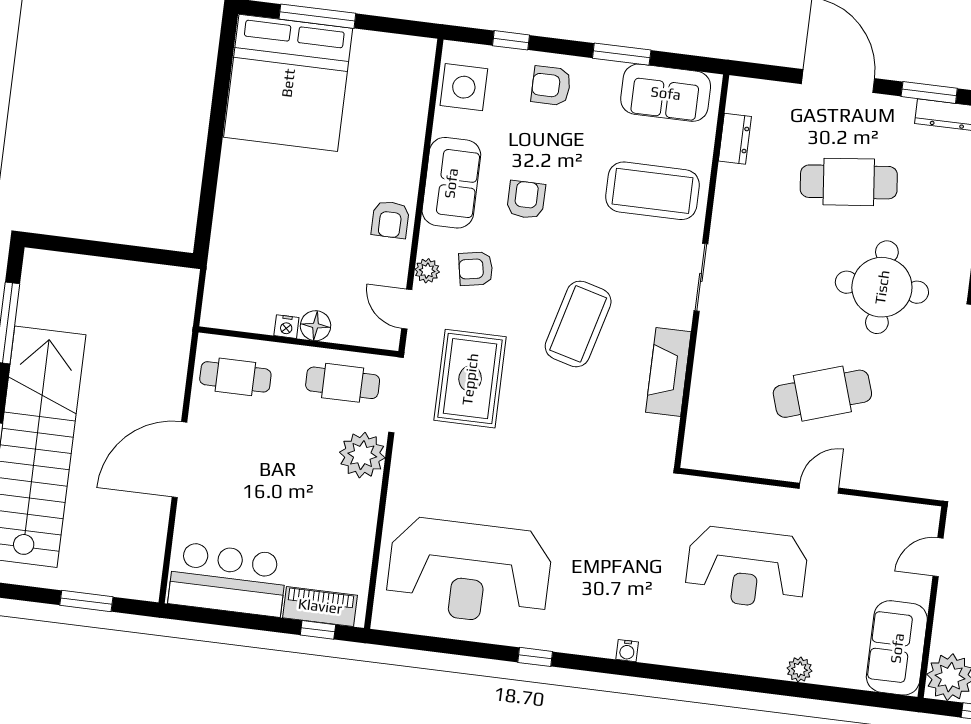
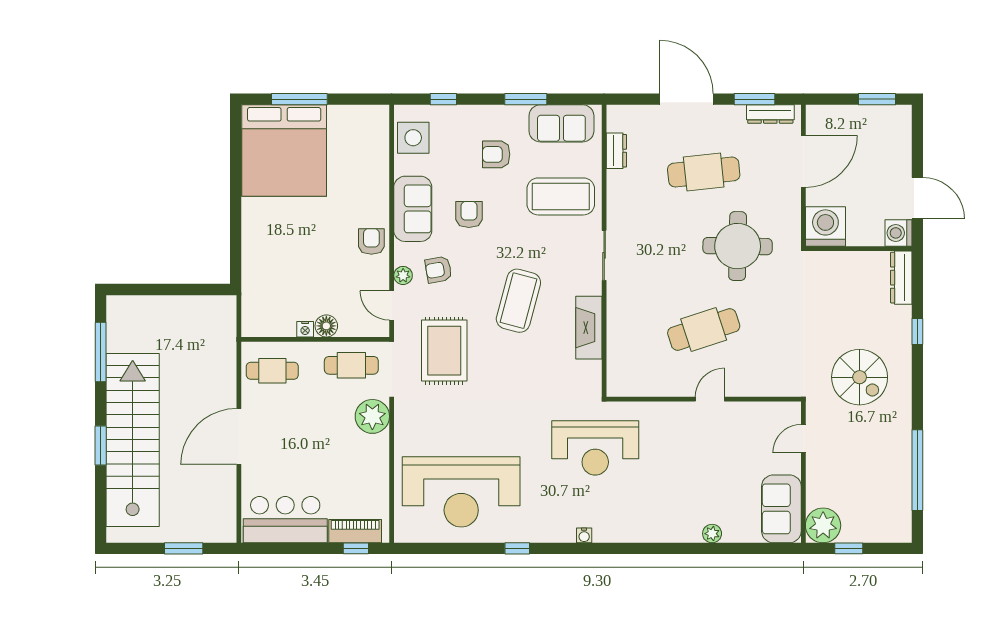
armchair: (551, 86) -> (496, 154), moved
armchair: (390, 220) -> (371, 241), turned 180
reception desk: (747, 568) -> (595, 448), moved

